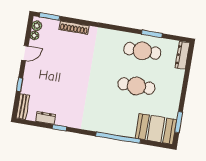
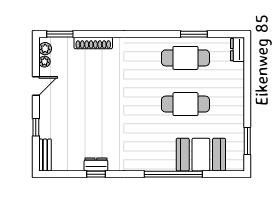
dresser: (182, 55) -> (237, 50), width x0.70
dresser: (46, 118) -> (96, 164), moved
booth: (156, 129) -> (201, 155), moved

